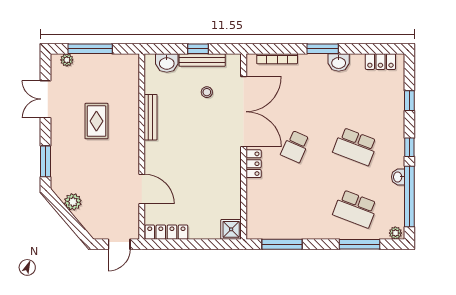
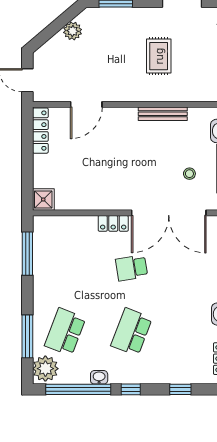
rug: (96, 121) -> (159, 56), turned 90
school desk: (295, 147) -> (132, 268), turned -33
plant: (395, 233) -> (45, 369), width x1.87, depth x1.87

